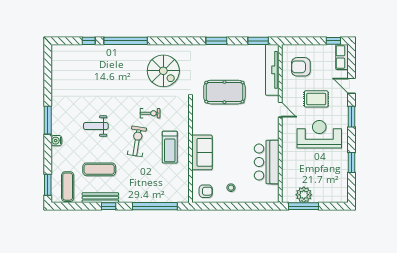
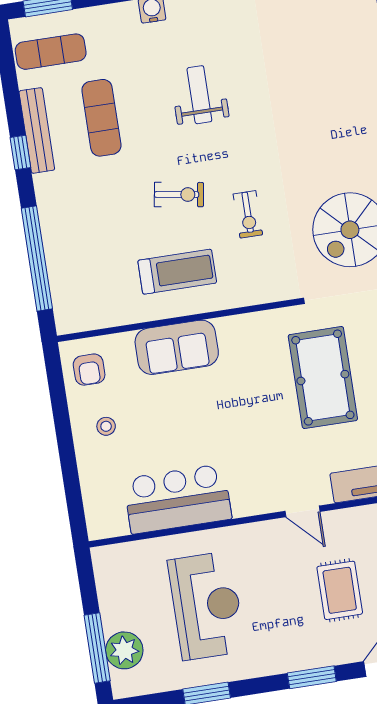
door: (280, 110) -> (302, 511), hinge flipped
reception desk: (319, 134) -> (207, 606), moved
exercise bike: (137, 141) -> (179, 195), width x0.73, depth x0.72
treadmill: (170, 147) -> (177, 272), turned 180
plant: (304, 195) -> (124, 650), moved
window: (303, 206) -> (97, 648), moved

